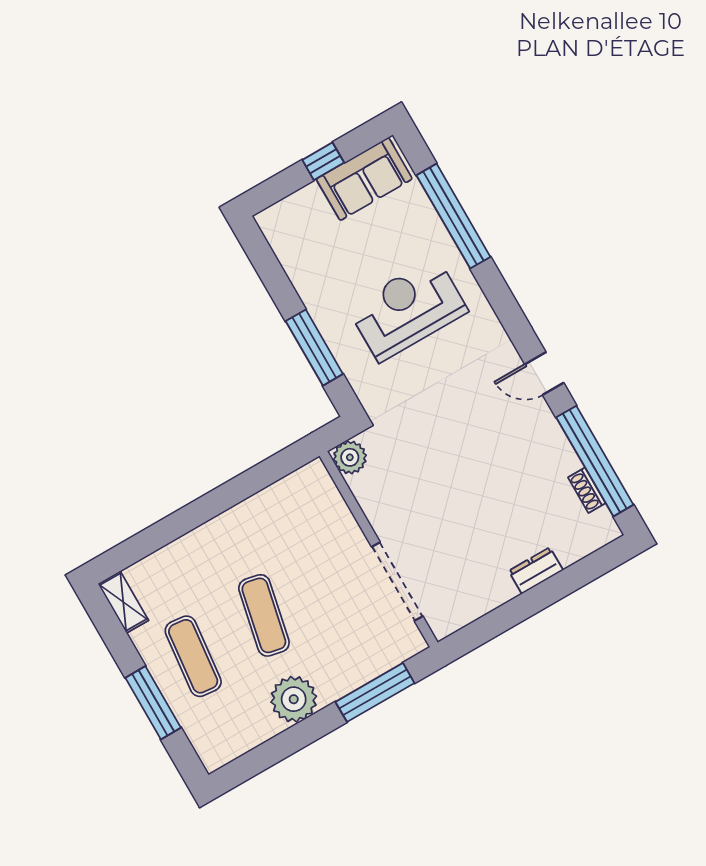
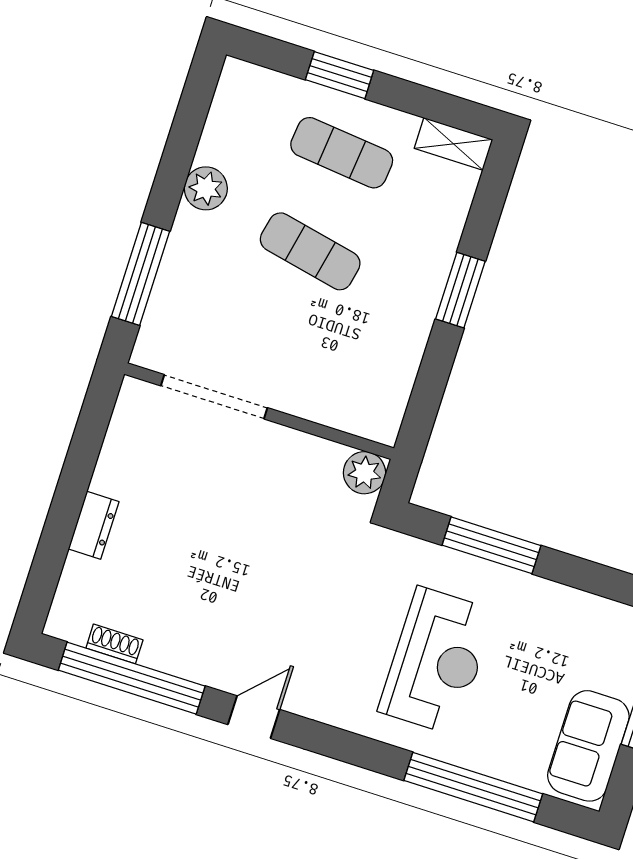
window: (197, 513) -> (460, 290), added
plant: (294, 699) -> (206, 188), width x0.73, depth x0.73
window: (153, 703) -> (340, 75), width x0.69

